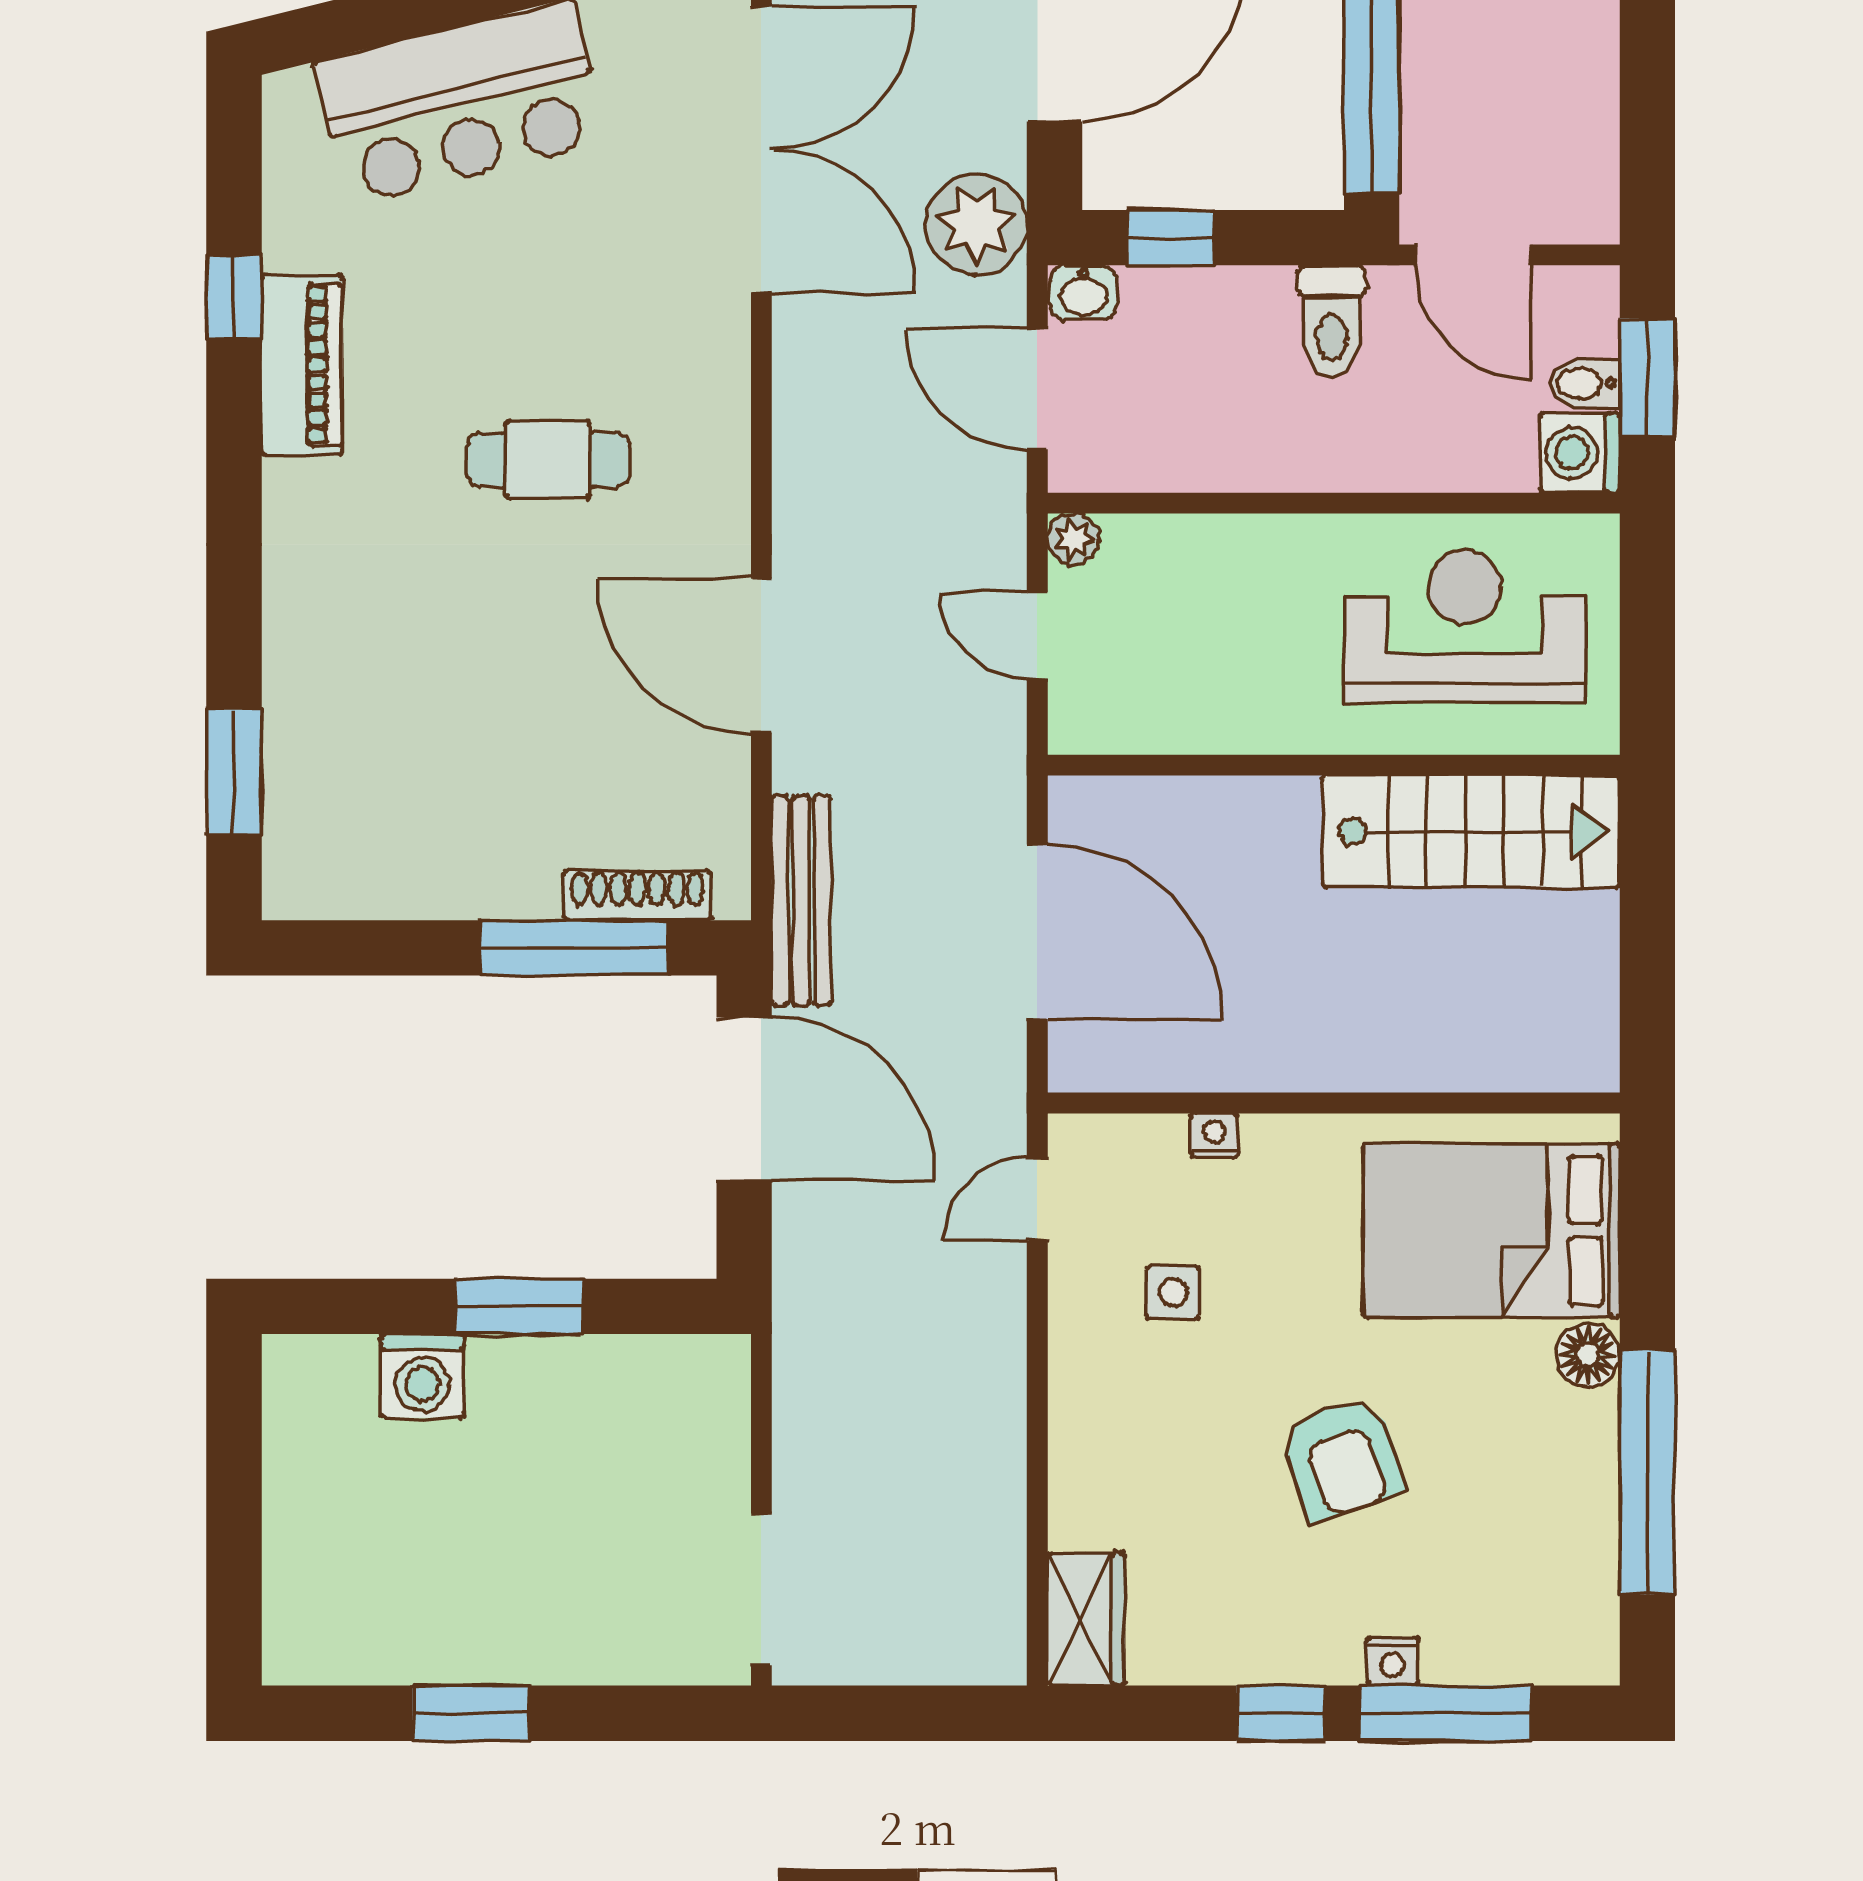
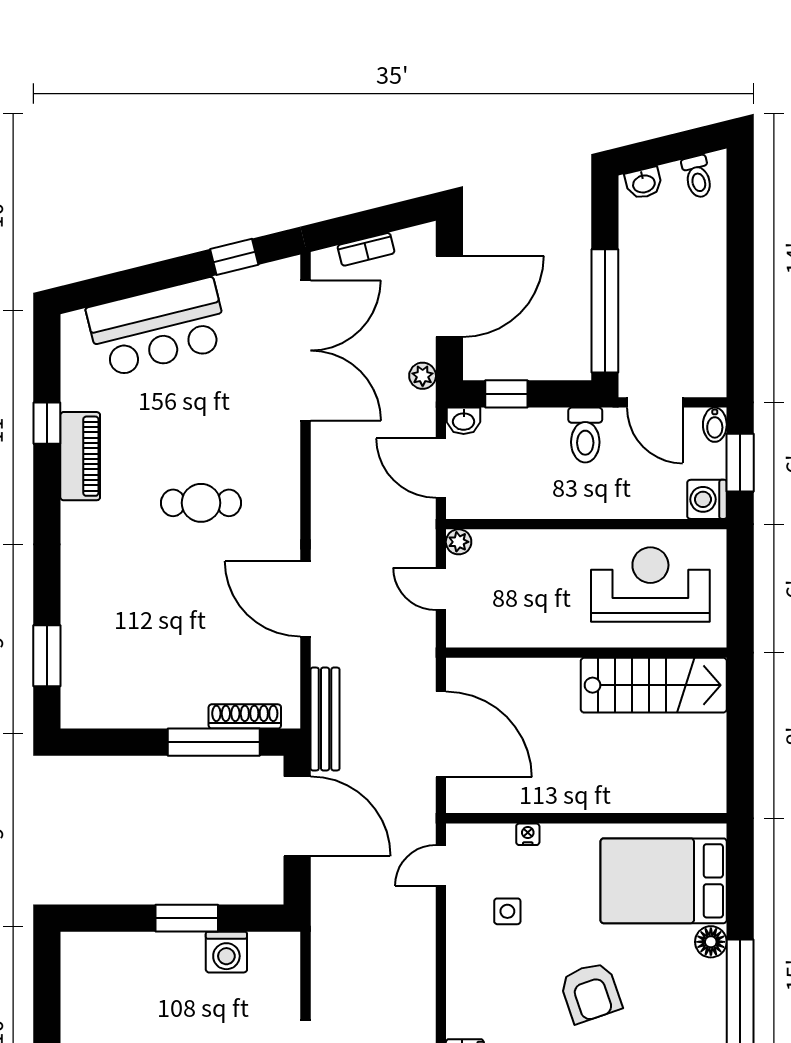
plant: (976, 224) -> (423, 376), width x0.53, depth x0.53
bidet: (1585, 383) -> (715, 425), moved, turned -90
washing machine: (423, 1376) -> (226, 952), moved

